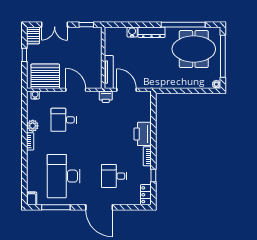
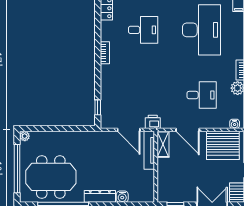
shelving: (97, 77) -> (163, 144), added
printer: (143, 134) -> (110, 79), removed
window: (153, 175) -> (98, 107), moved

